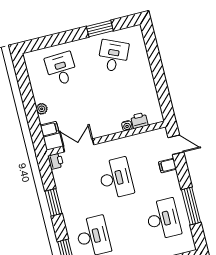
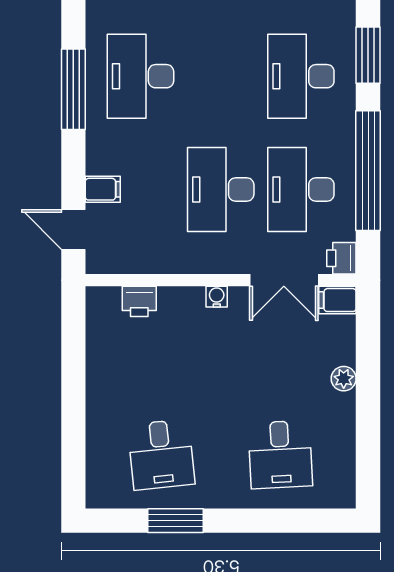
desk: (113, 56) -> (161, 455), turned -30
water cooler: (127, 126) -> (217, 297), moved
filing cabinet: (50, 129) -> (337, 300), moved
desk: (81, 187) -> (301, 190), added
window: (54, 202) -> (368, 171), width x2.11

